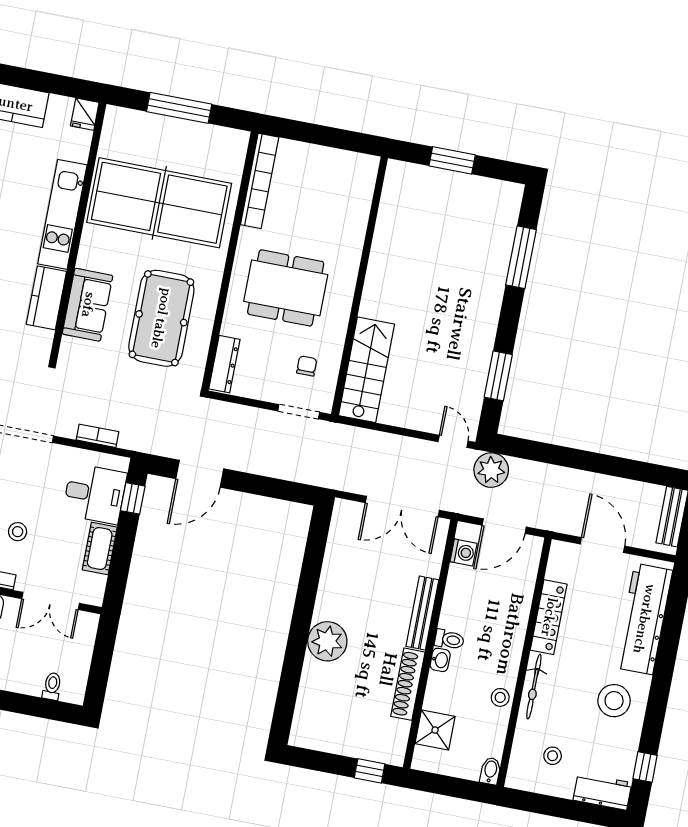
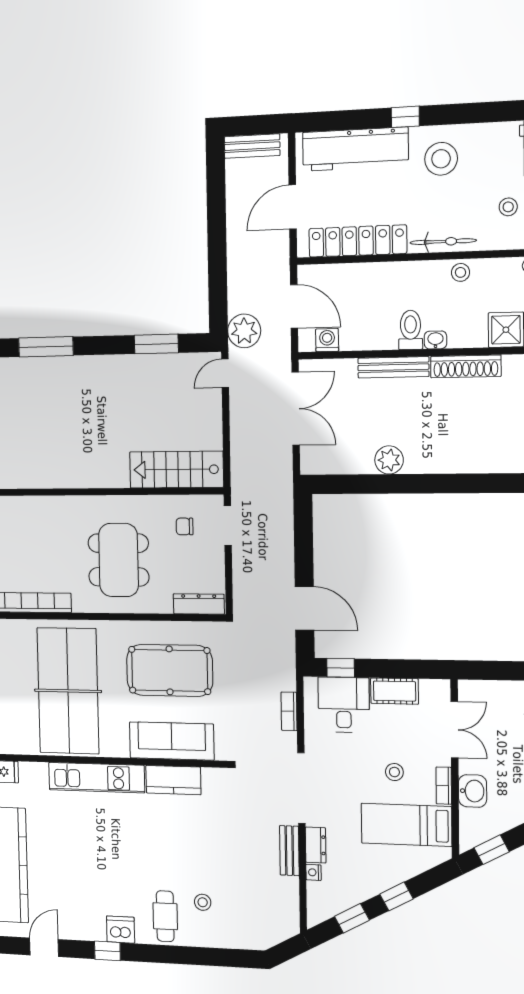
sofa: (88, 305) -> (172, 741), width x1.36
locker: (549, 617) -> (358, 241), width x1.41, depth x1.21
toilet: (449, 640) -> (410, 330), width x1.37, depth x1.39
plant: (327, 641) -> (389, 460), moved, width x0.73, depth x0.73
window: (645, 767) -> (405, 117), moved

